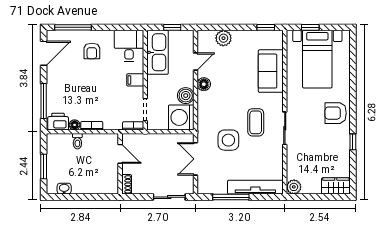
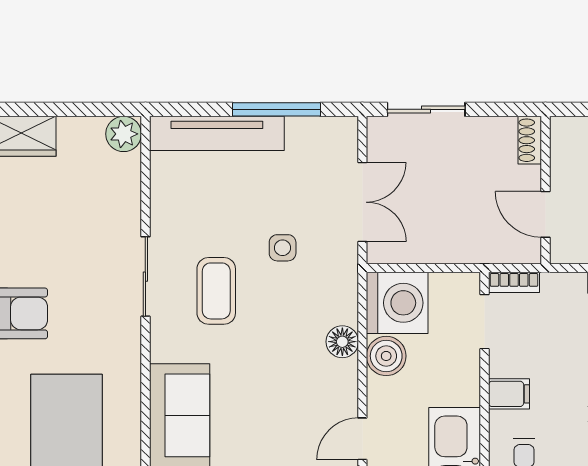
floor lamp: (204, 84) -> (342, 342), moved
side table: (228, 140) -> (283, 248), width x0.54, depth x0.54

